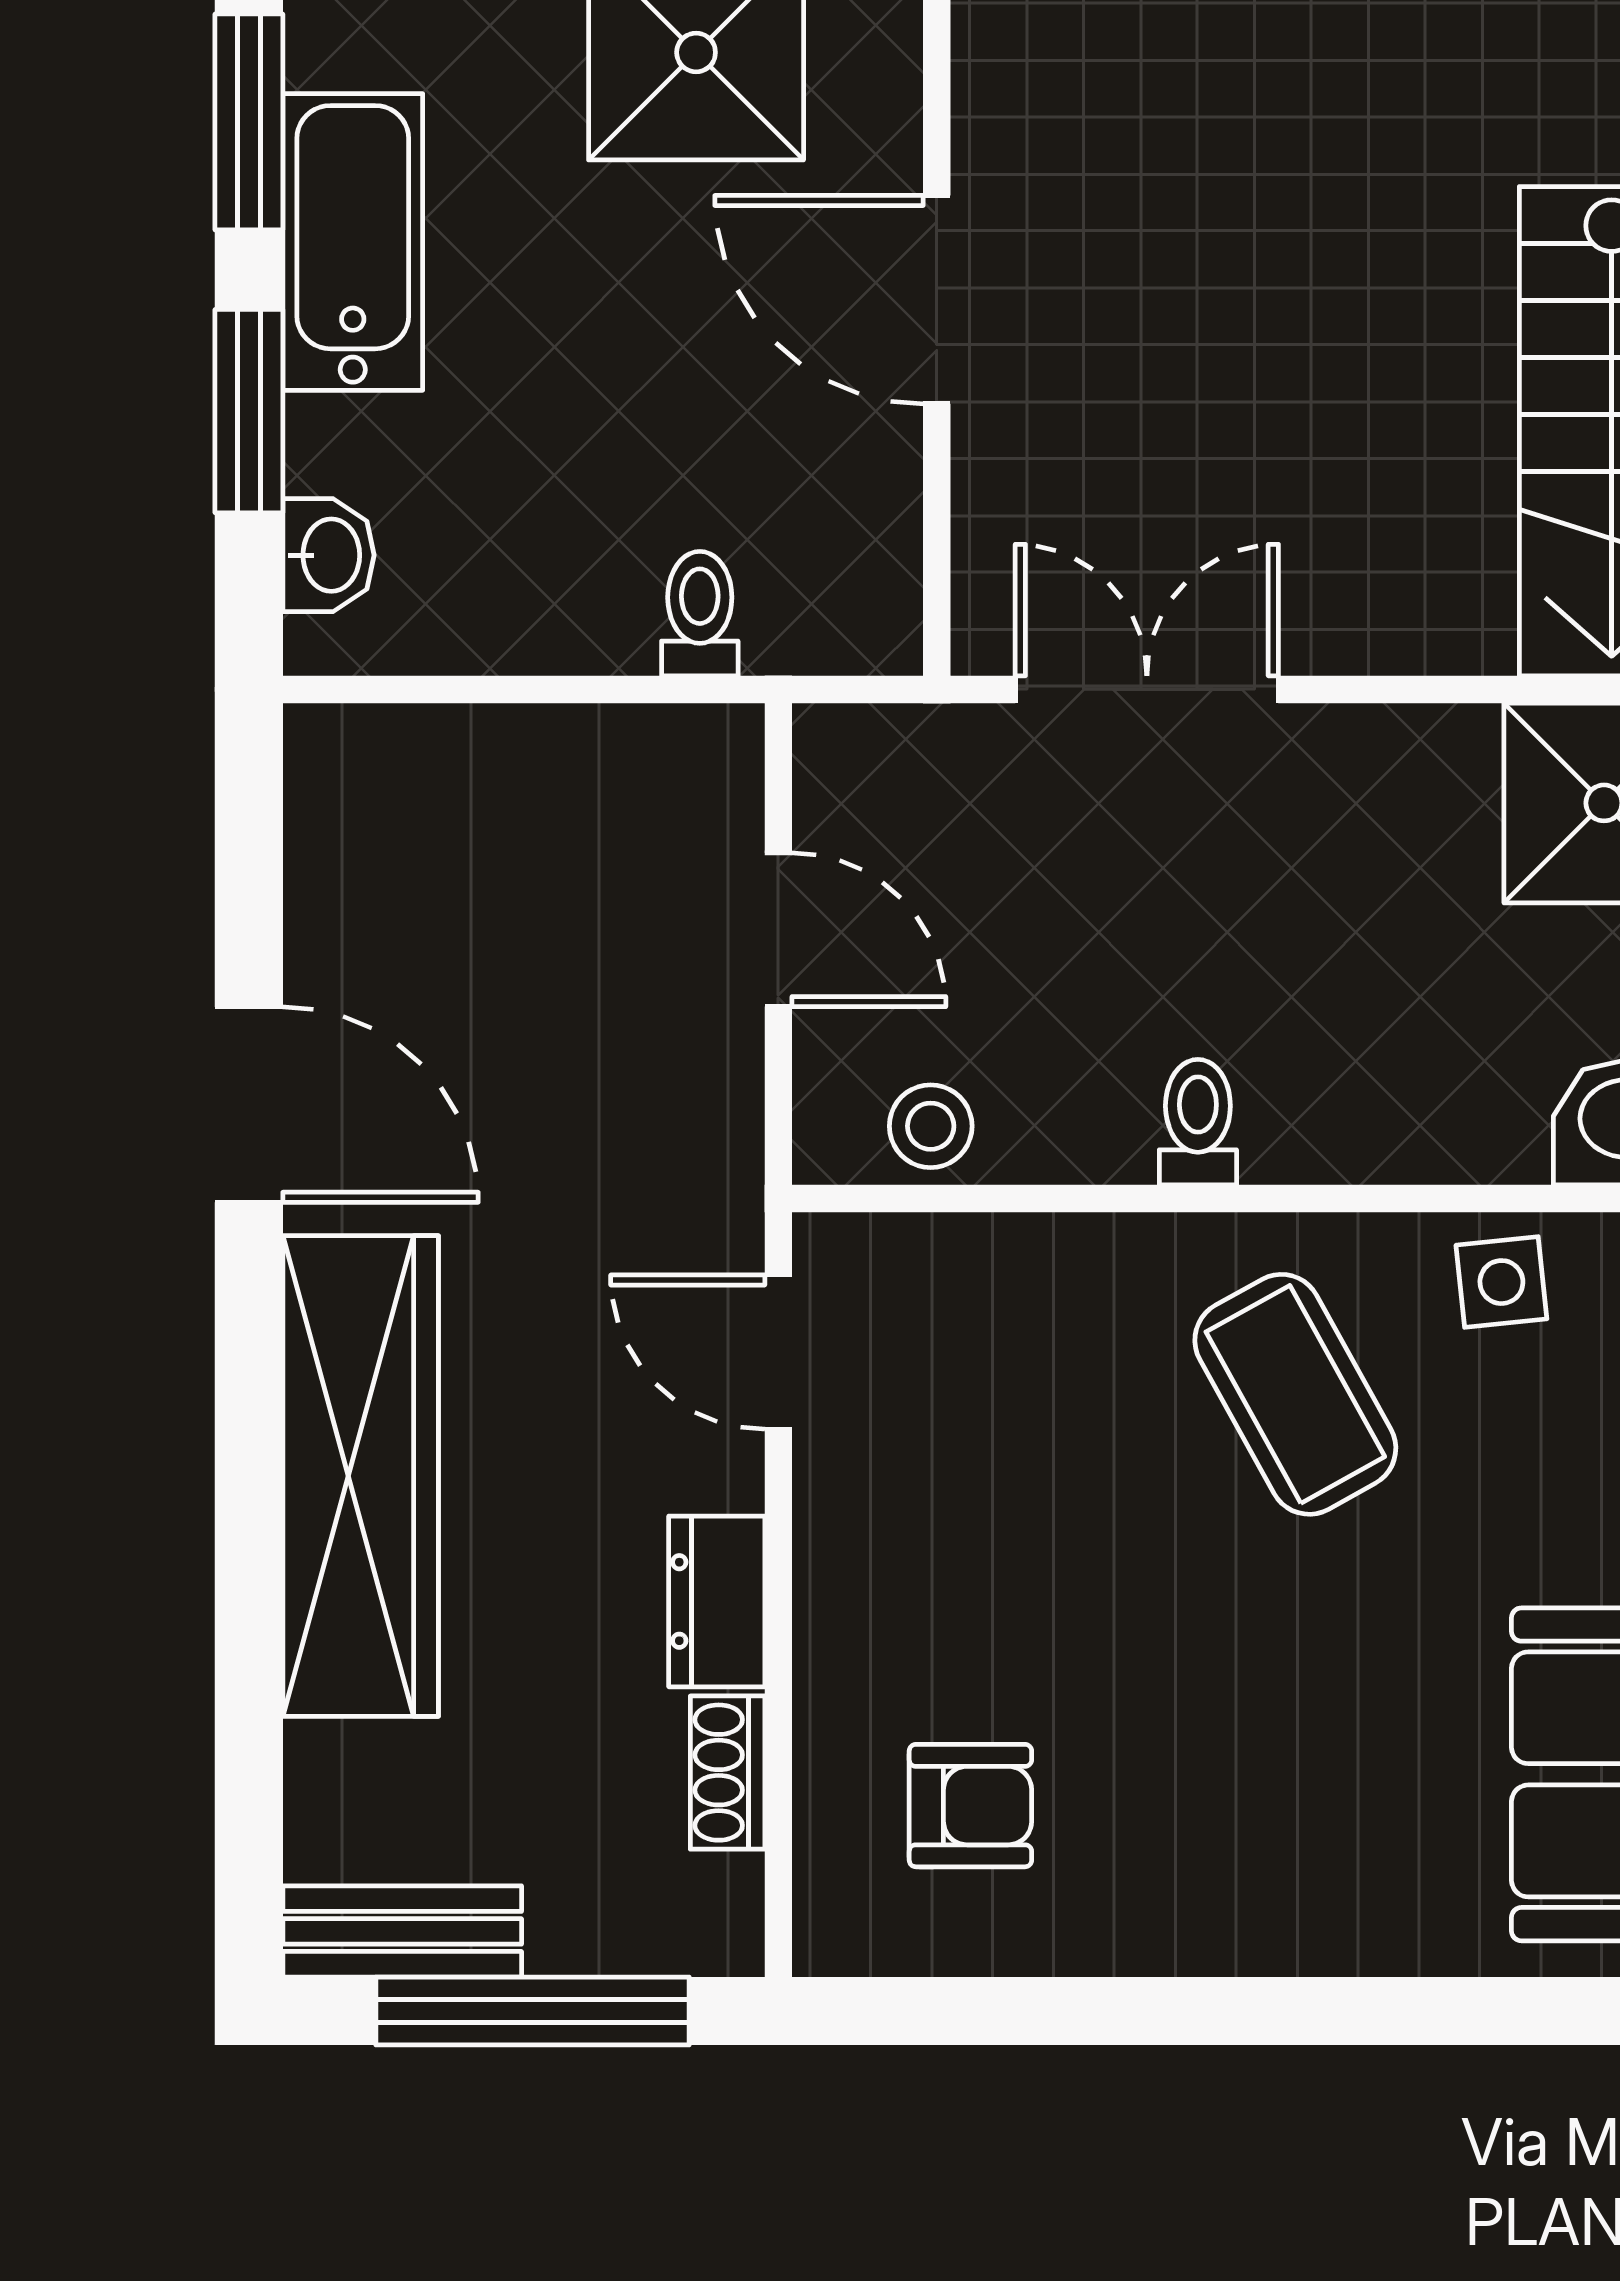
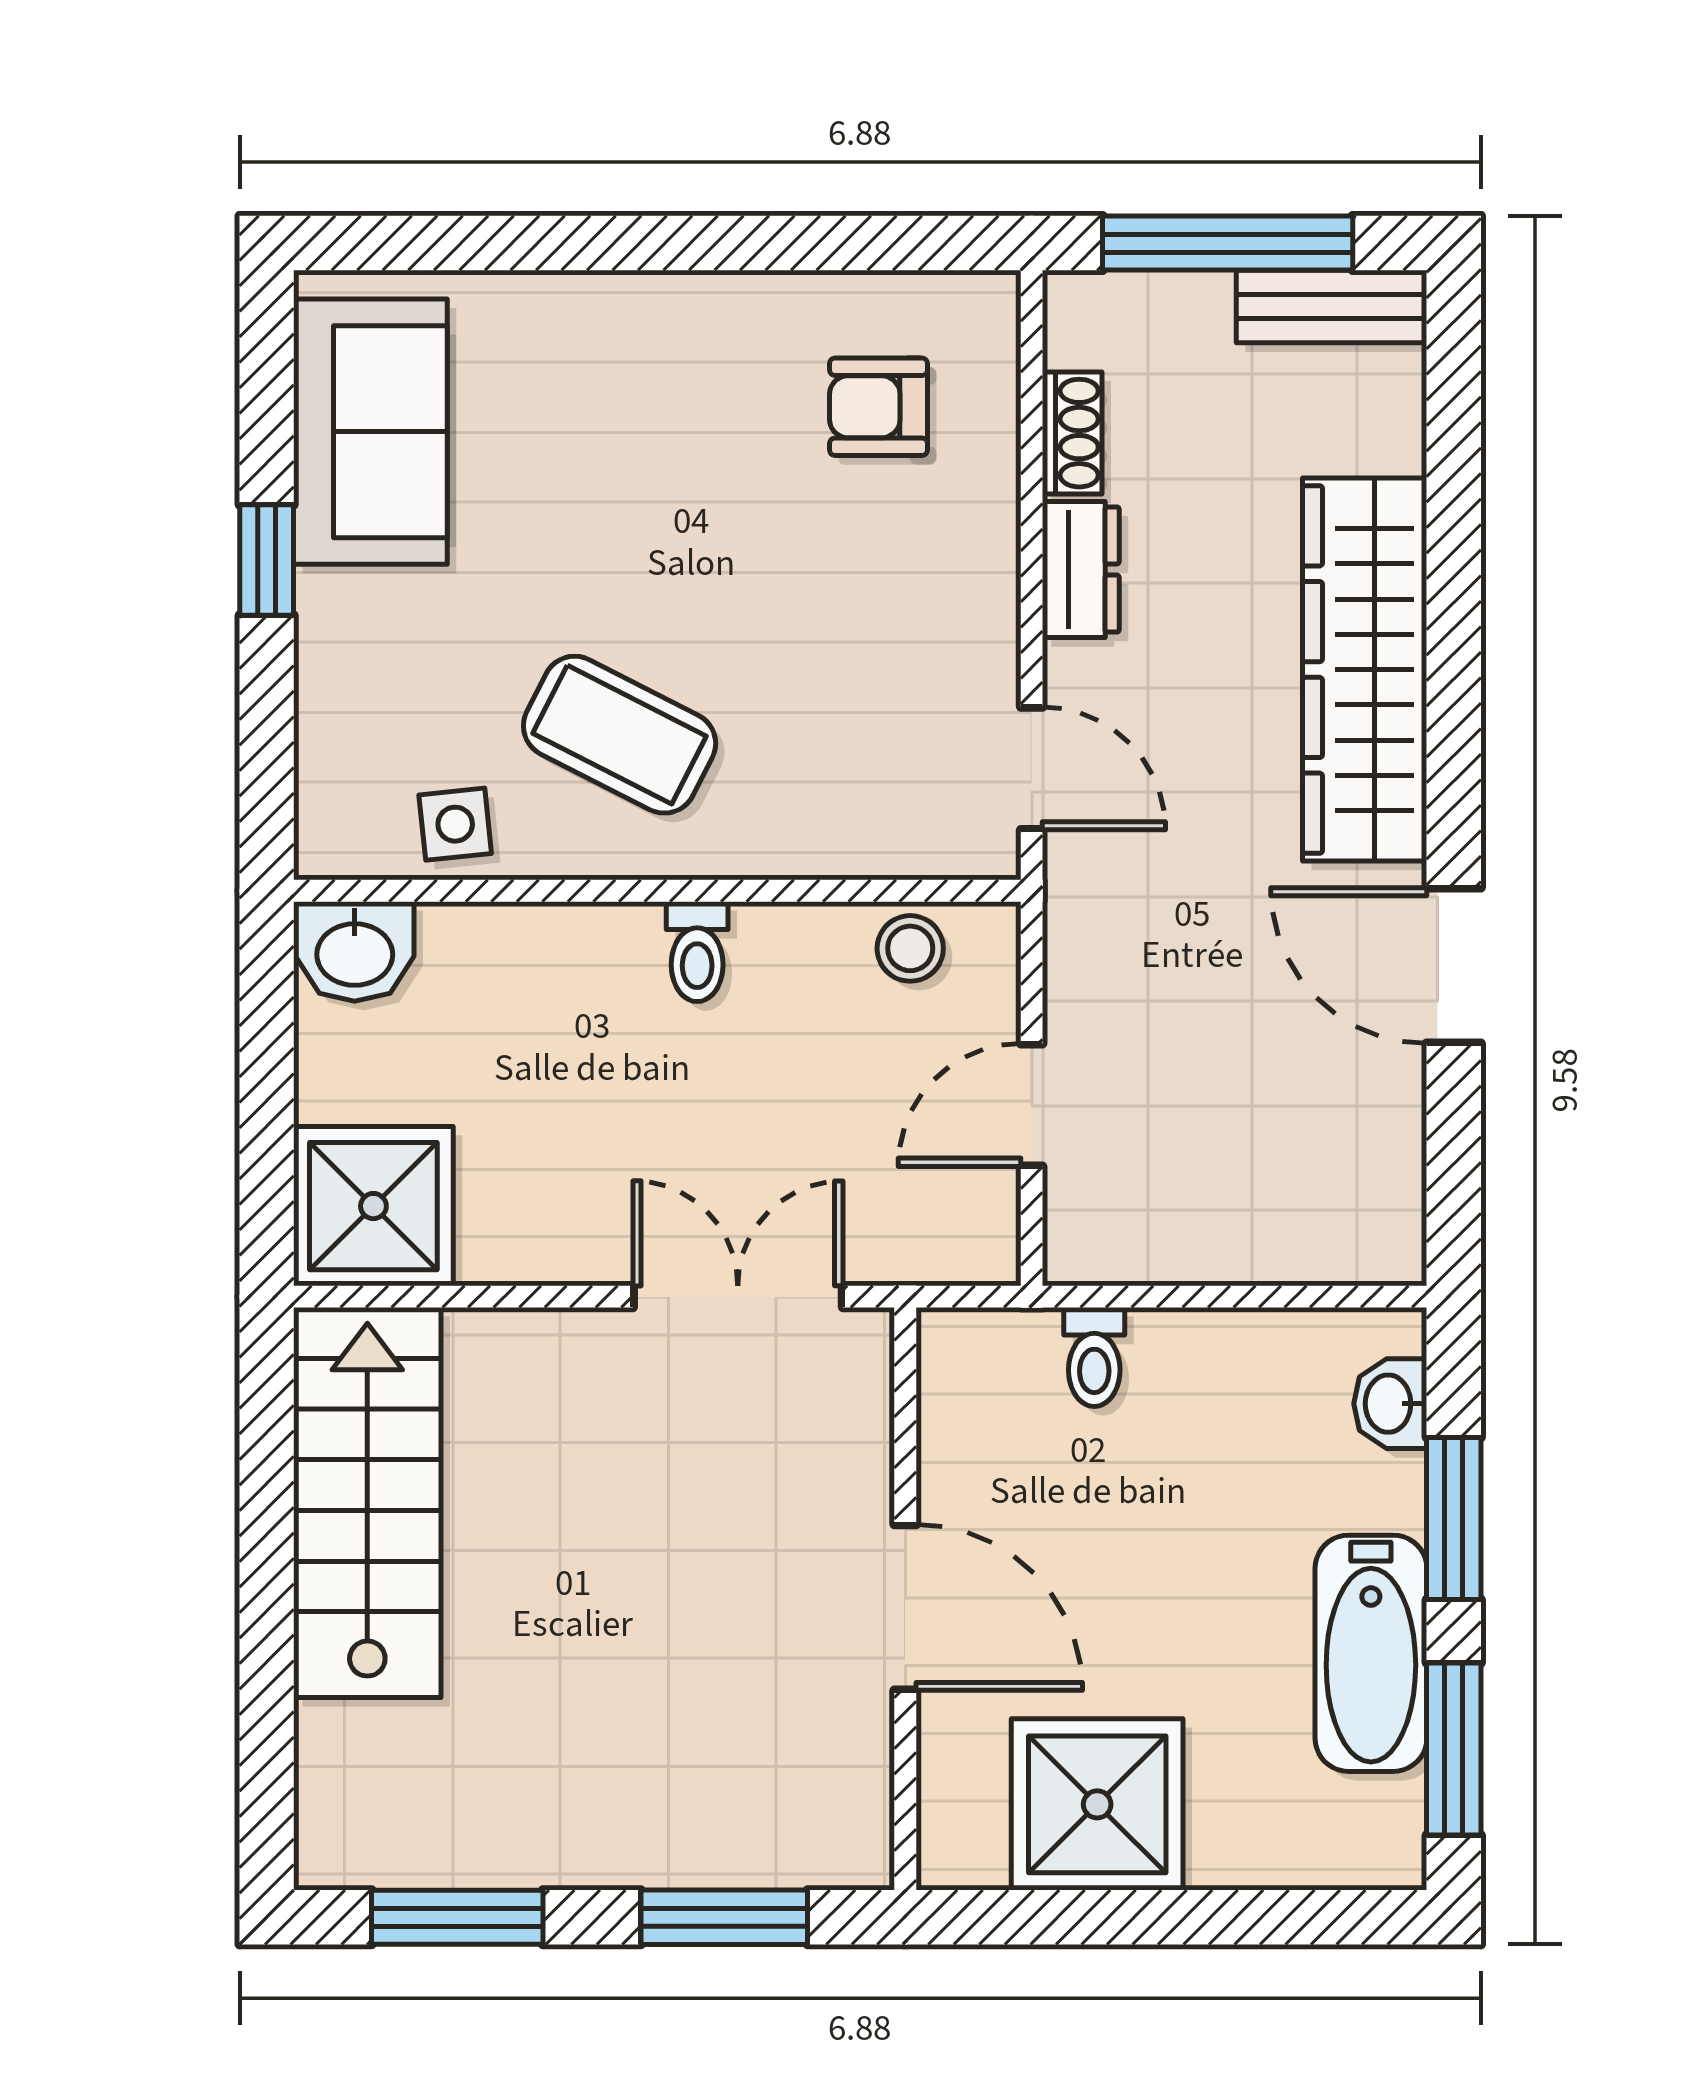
double door: (1147, 689) -> (738, 1297), swing flipped
door: (778, 930) -> (1032, 1105), hinge flipped
coffee table: (1295, 1394) -> (620, 735), turned -34

